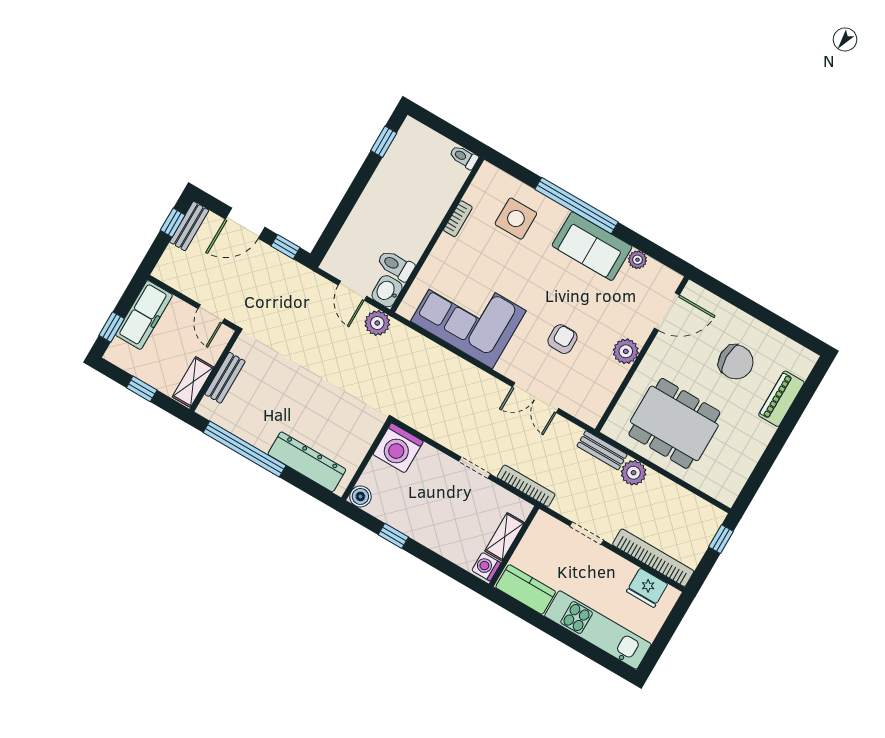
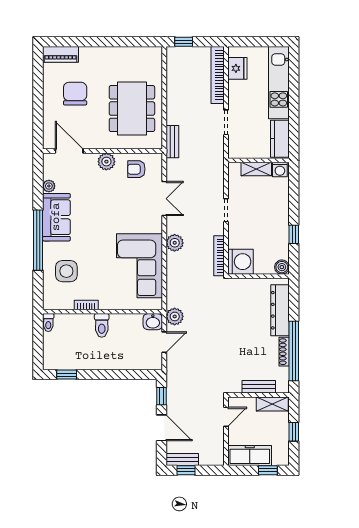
toilet: (396, 265) -> (102, 325), moved
armchair: (562, 339) -> (136, 169), moved
piano: (781, 399) -> (61, 54), moved
shoe rack: (251, 436) -> (284, 352), added
plant: (634, 473) -> (175, 243), moved
bookcase: (526, 486) -> (219, 256), moved

